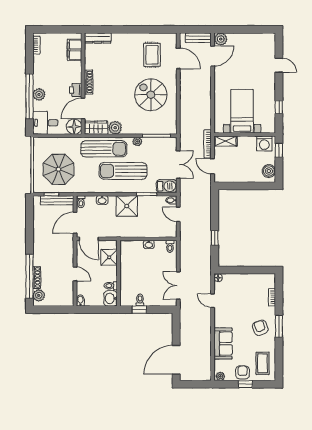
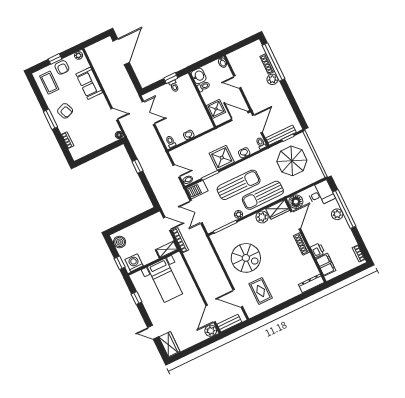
wardrobe: (268, 46) -> (169, 344), added
printer: (76, 90) -> (318, 250), moved
plant: (39, 295) -> (272, 79), moved

